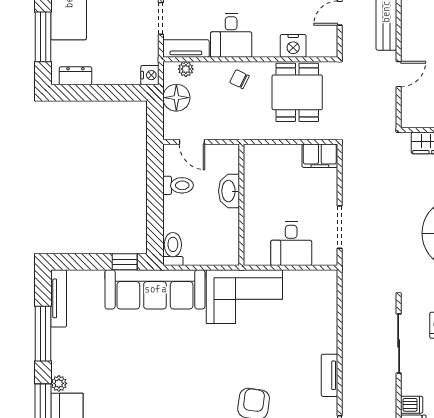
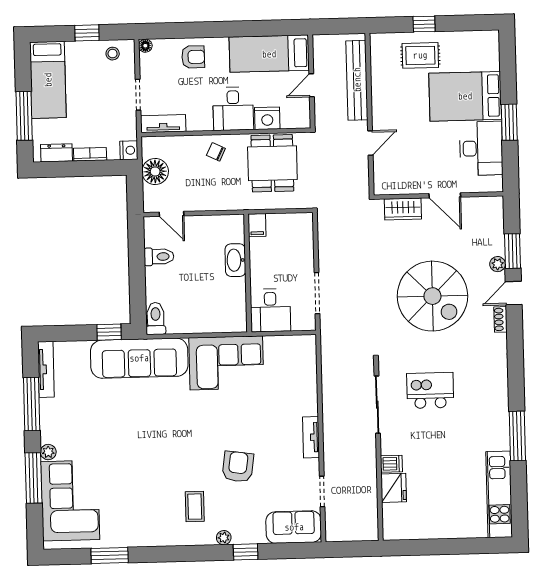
desk: (231, 35) -> (233, 109), moved
plant: (186, 69) -> (164, 143), removed
bookcase: (110, 78) -> (90, 154), added
filing cabinet: (320, 156) -> (257, 225), moved, width x0.50
washbasin: (229, 191) -> (235, 260), moved
wall: (241, 205) -> (248, 273), moved

